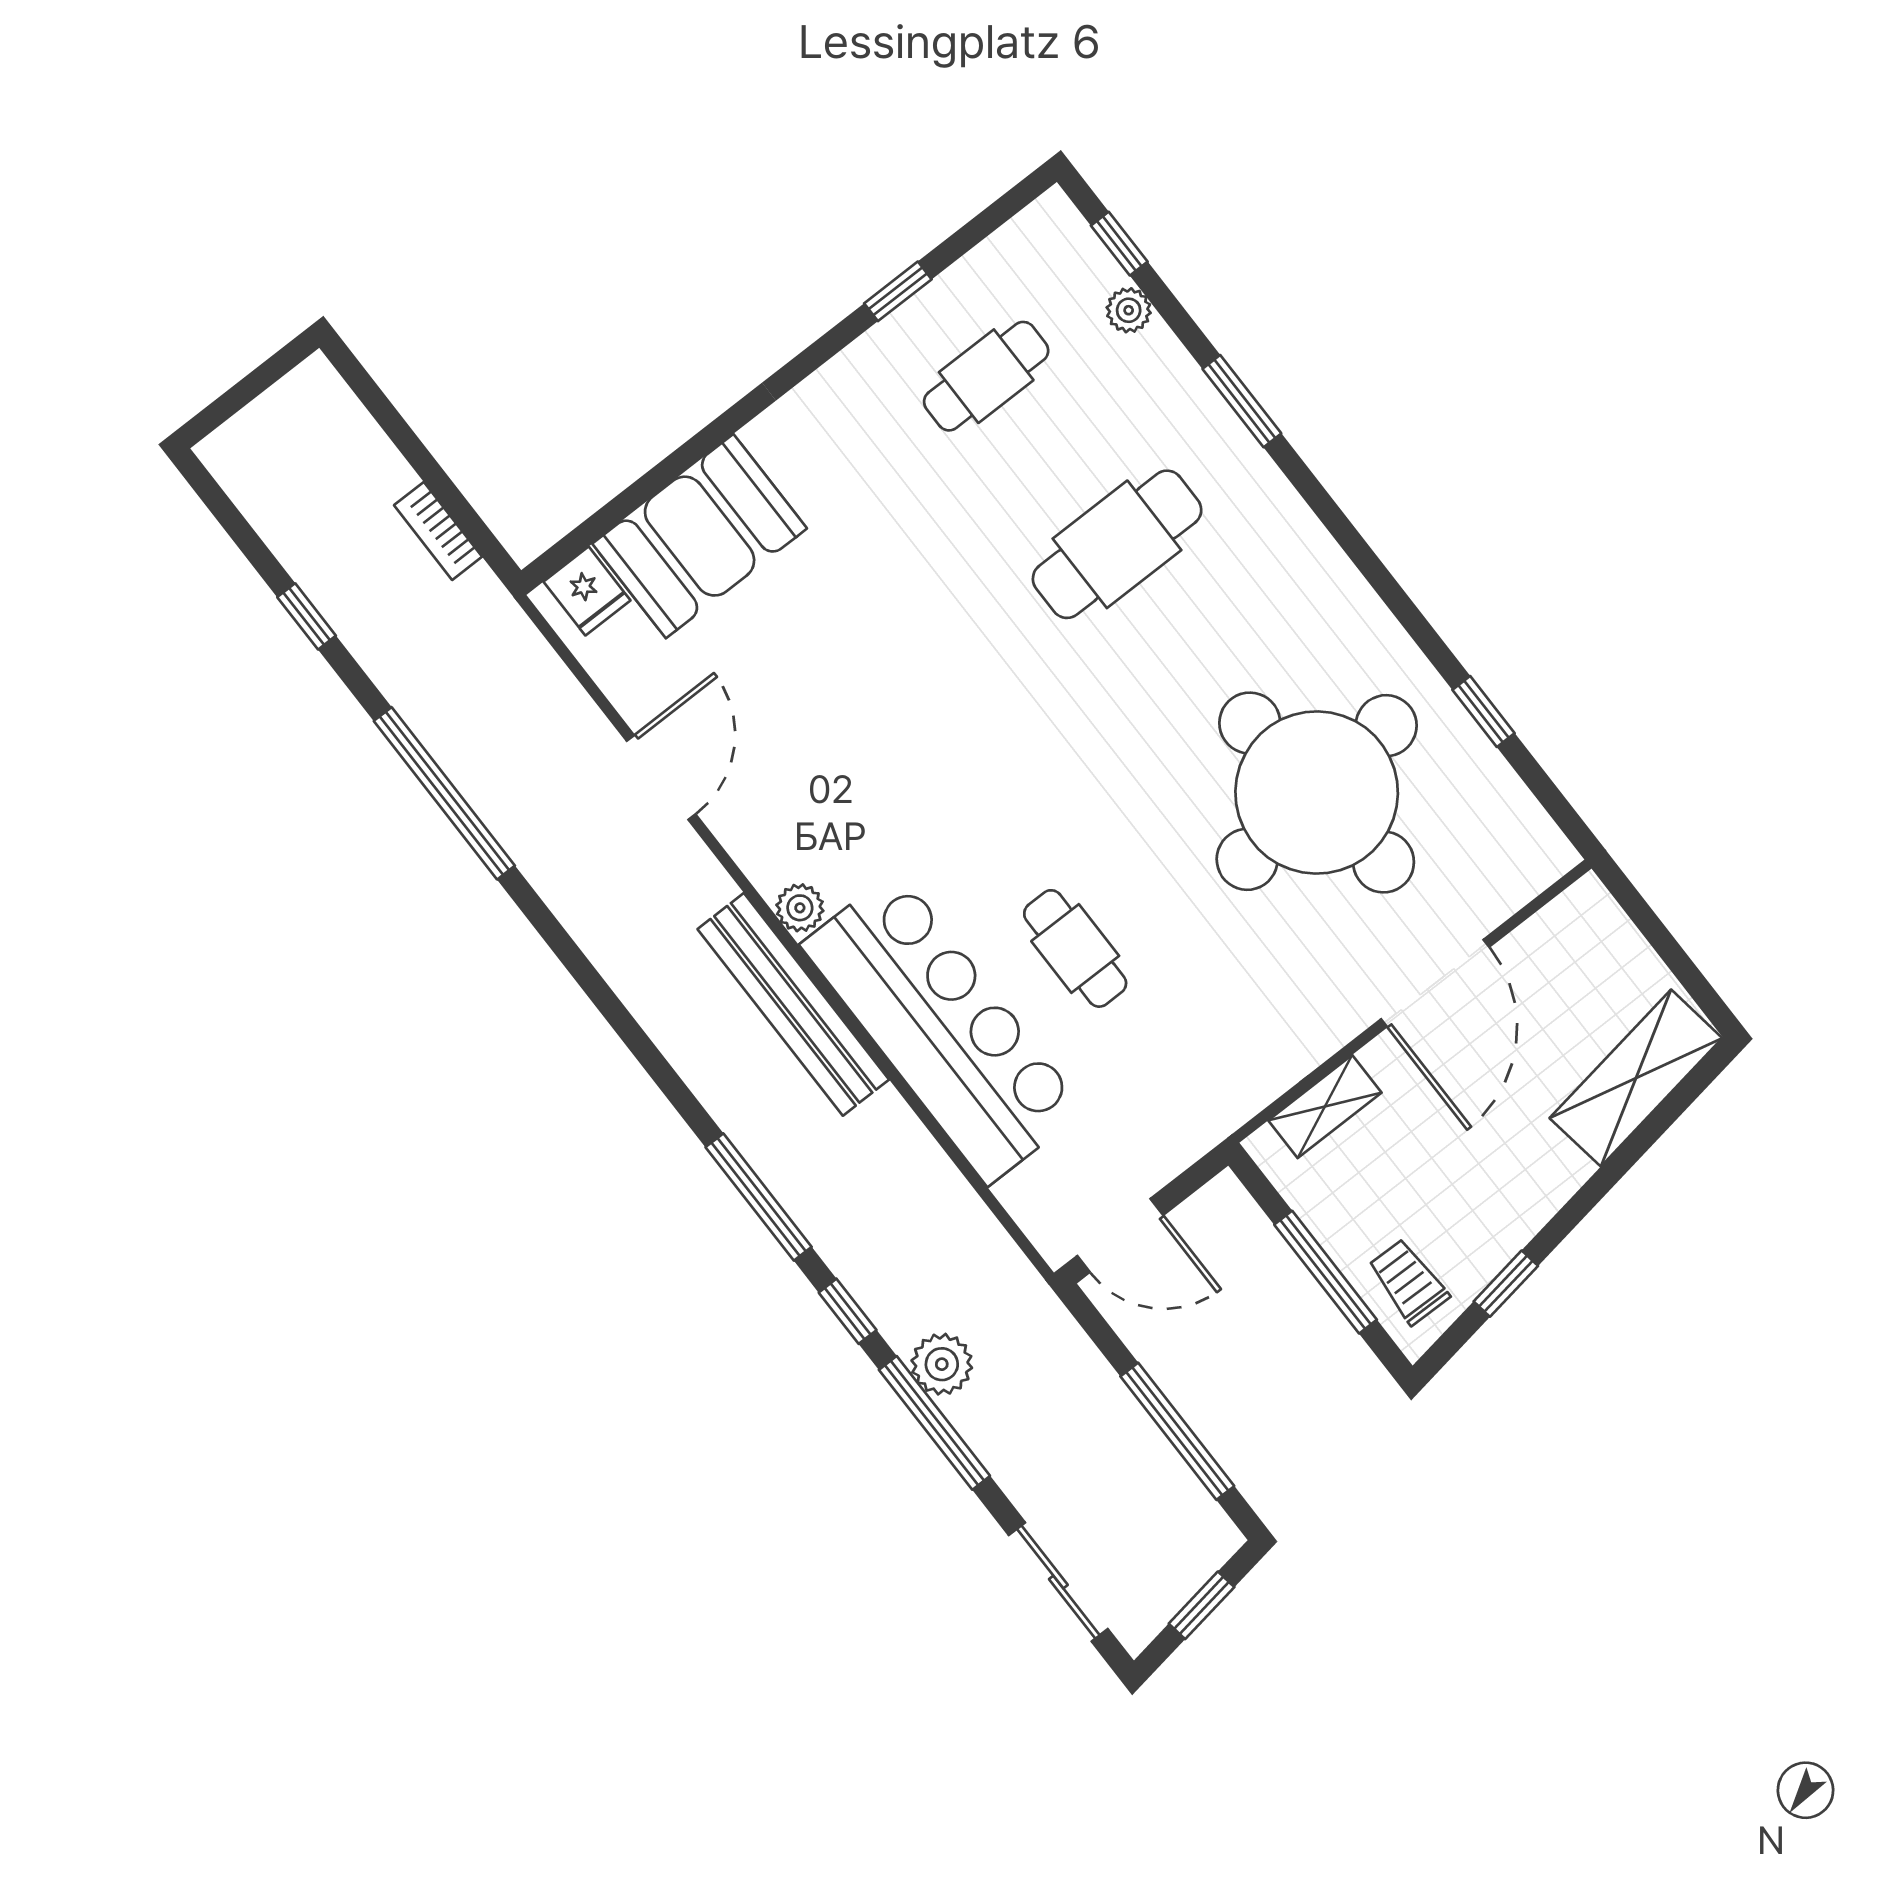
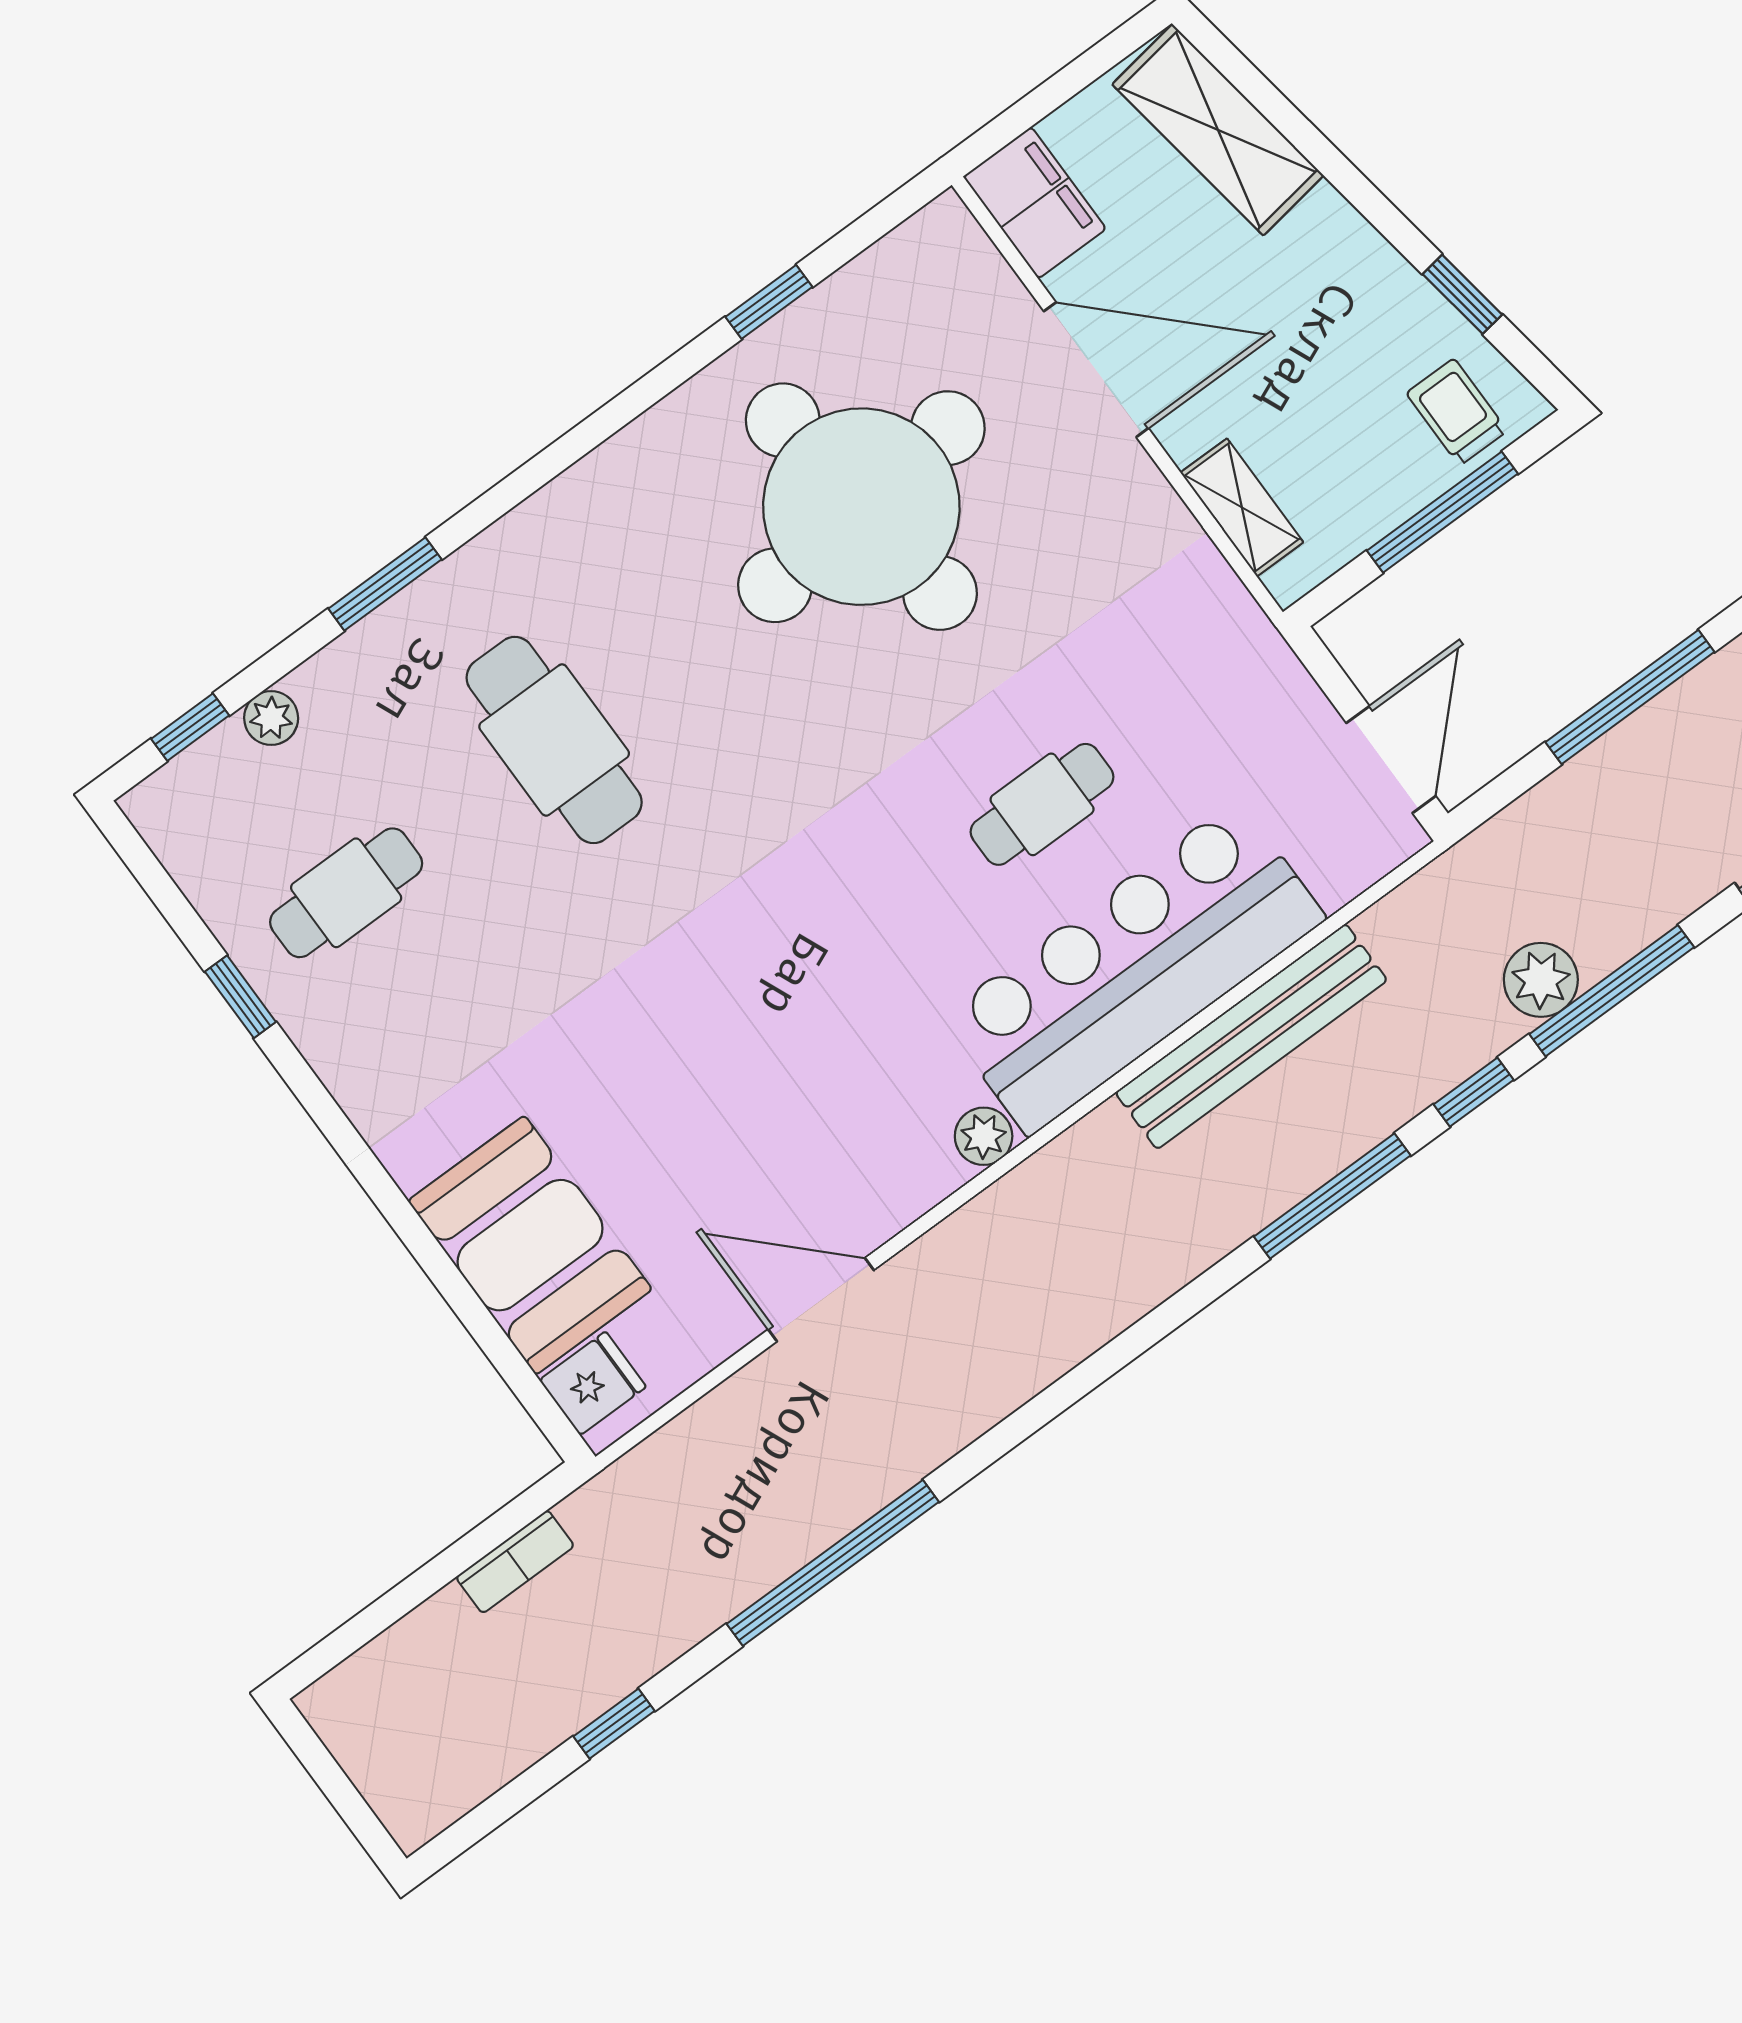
cafe table: (986, 376) -> (346, 893), turned 90
filing cabinet: (1572, 929) -> (1035, 203), added
bench: (793, 1004) -> (1251, 1036), moved
trolley: (1408, 1282) -> (1457, 412), turned 89

